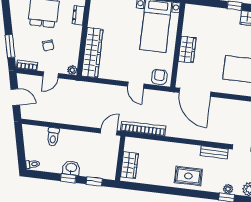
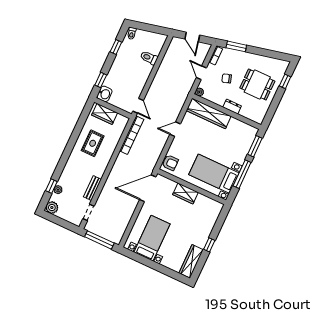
dresser: (78, 15) -> (232, 107), moved
door: (136, 85) -> (175, 129), moved
door: (15, 97) -> (192, 37), hinge flipped
washbasin: (71, 168) -> (105, 94), moved
rug: (188, 176) -> (93, 143), moved
window: (68, 178) -> (116, 47), moved

